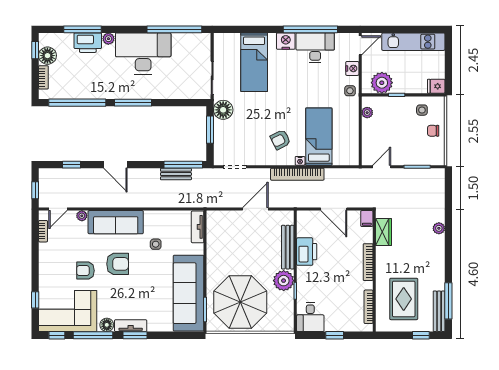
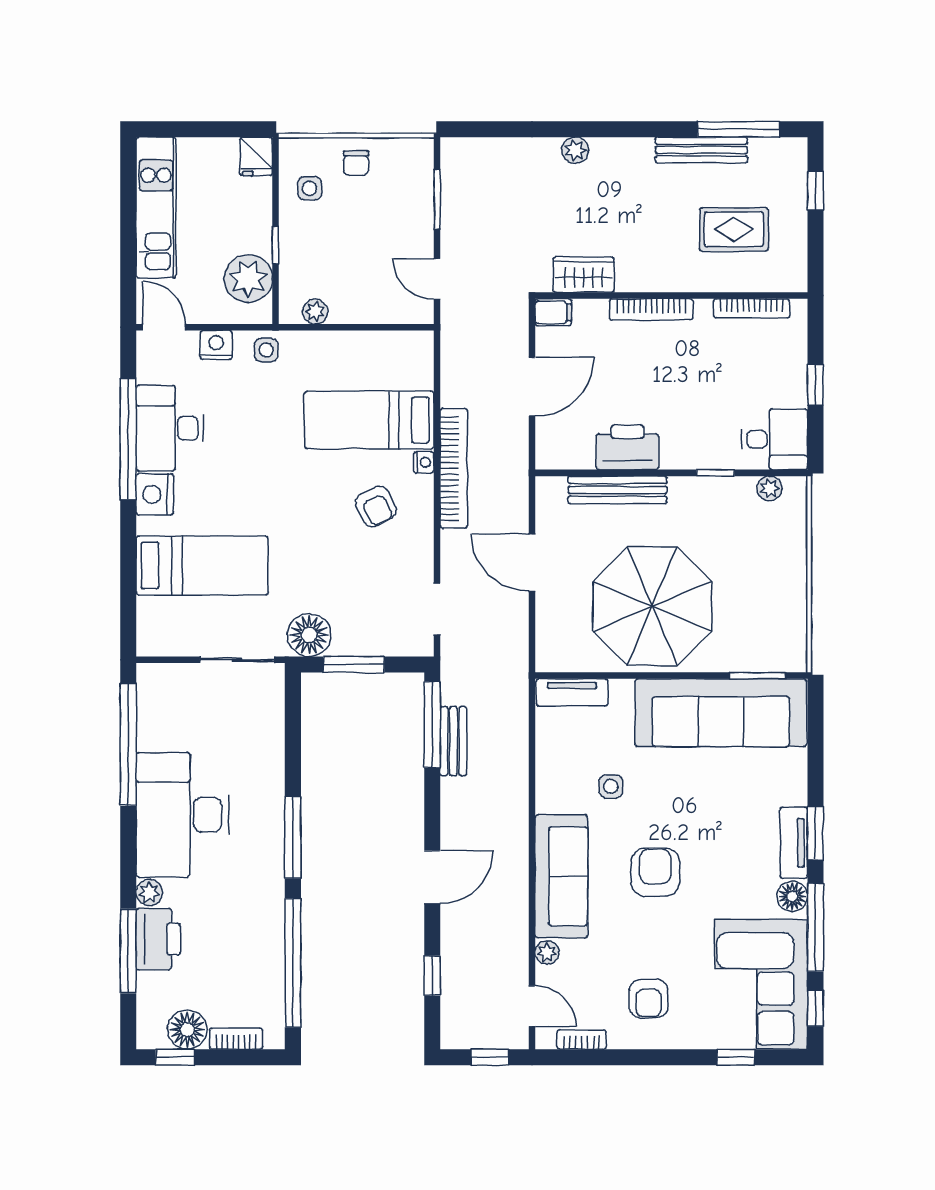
armchair: (85, 271) -> (649, 998), moved
plant: (284, 281) -> (770, 488), moved, width x0.53, depth x0.53
rug: (404, 299) -> (734, 229), width x0.73, depth x0.70
parasol: (240, 302) -> (652, 606), moved
bench: (439, 311) -> (701, 150), moved

